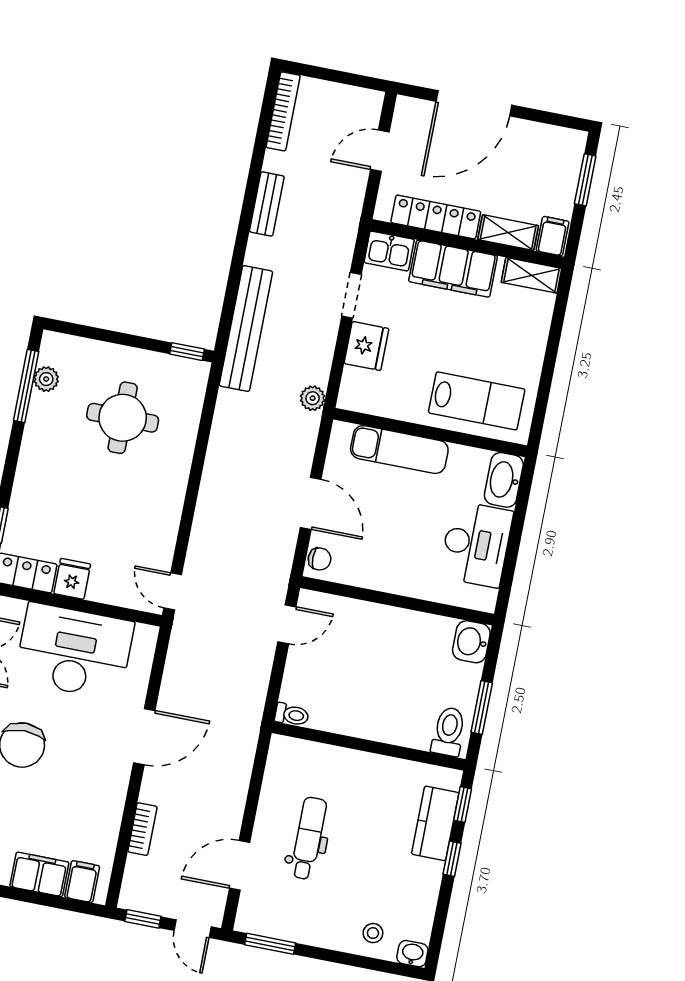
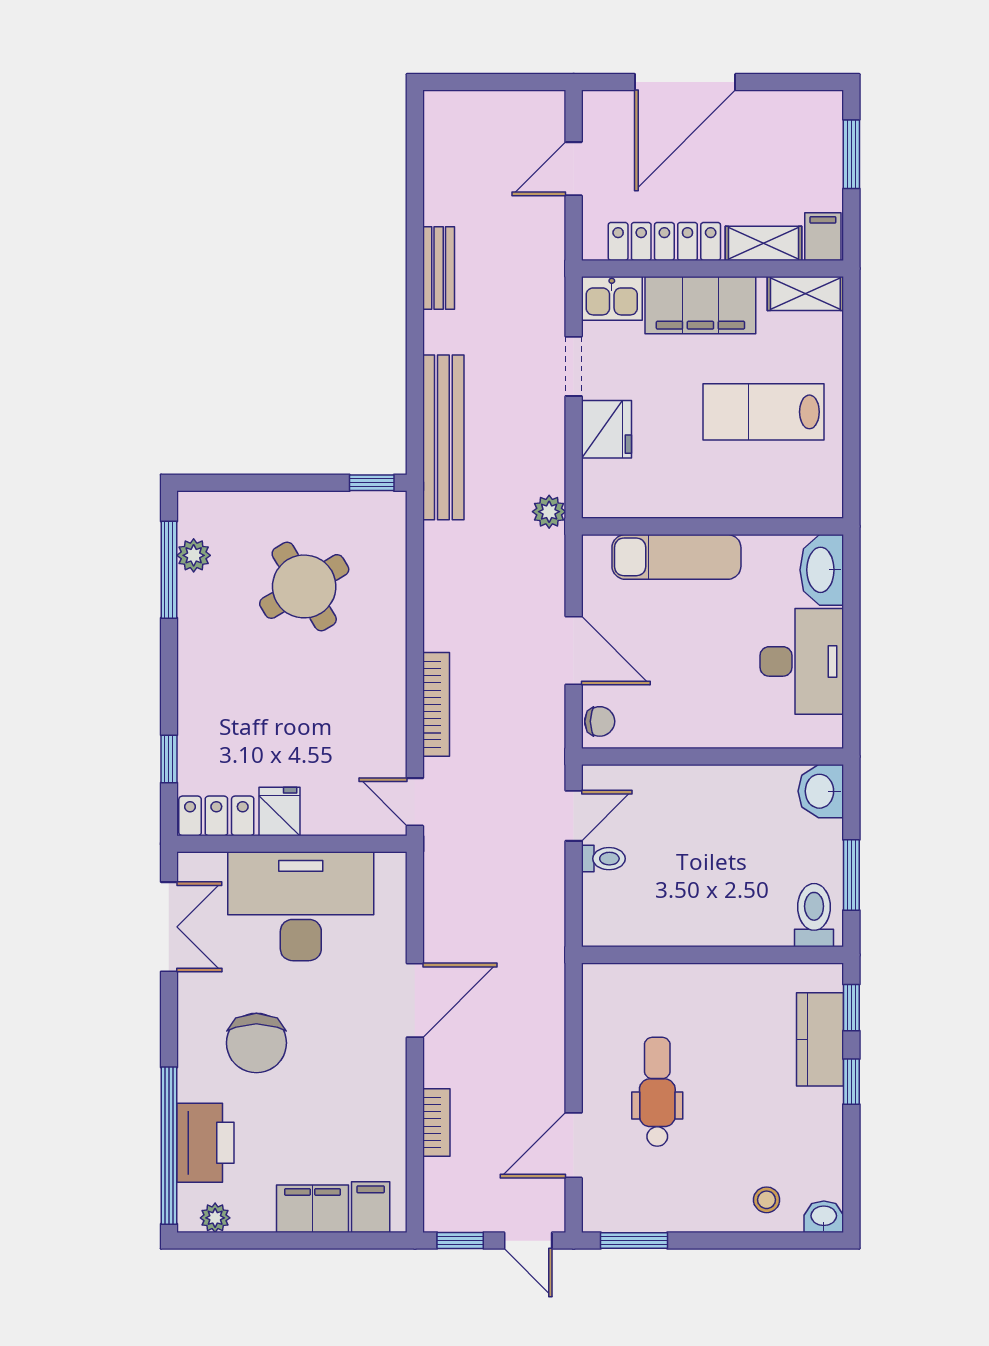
bookcase: (283, 111) -> (436, 704), moved
lab bench: (477, 401) -> (763, 412), moved, turned 180
round table: (123, 418) -> (304, 586), turned -31
toilet: (292, 715) -> (603, 859), moved

